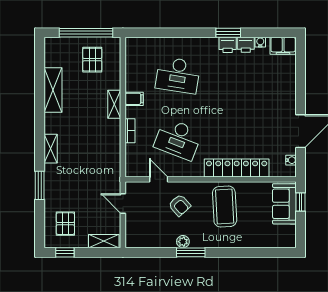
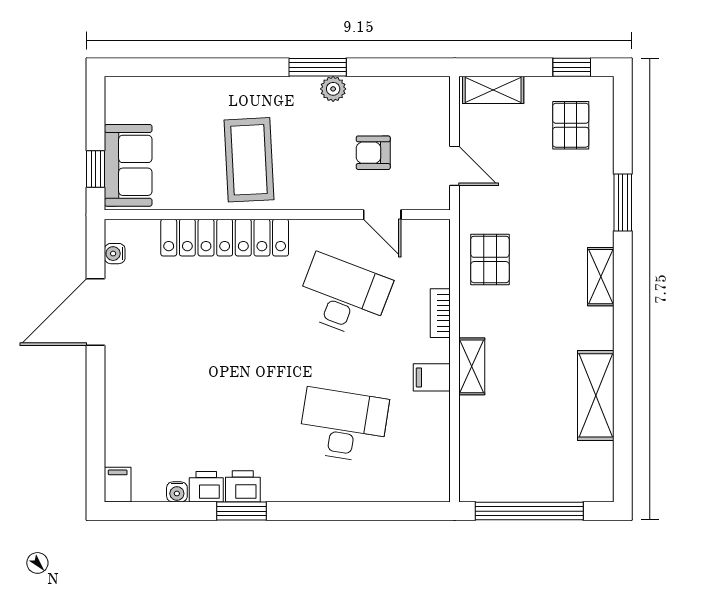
filing cabinet: (283, 46) -> (118, 485), width x0.50
pallet: (92, 60) -> (490, 259), moved
armchair: (180, 205) -> (373, 153), moved, turned -48

